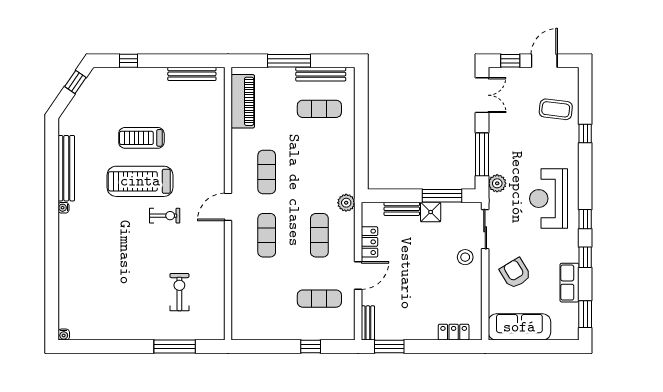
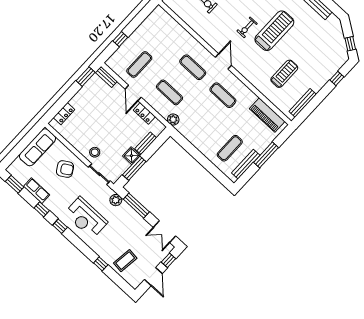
treadmill: (141, 138) -> (284, 74), moved
reception desk: (549, 199) -> (86, 218), turned 180

